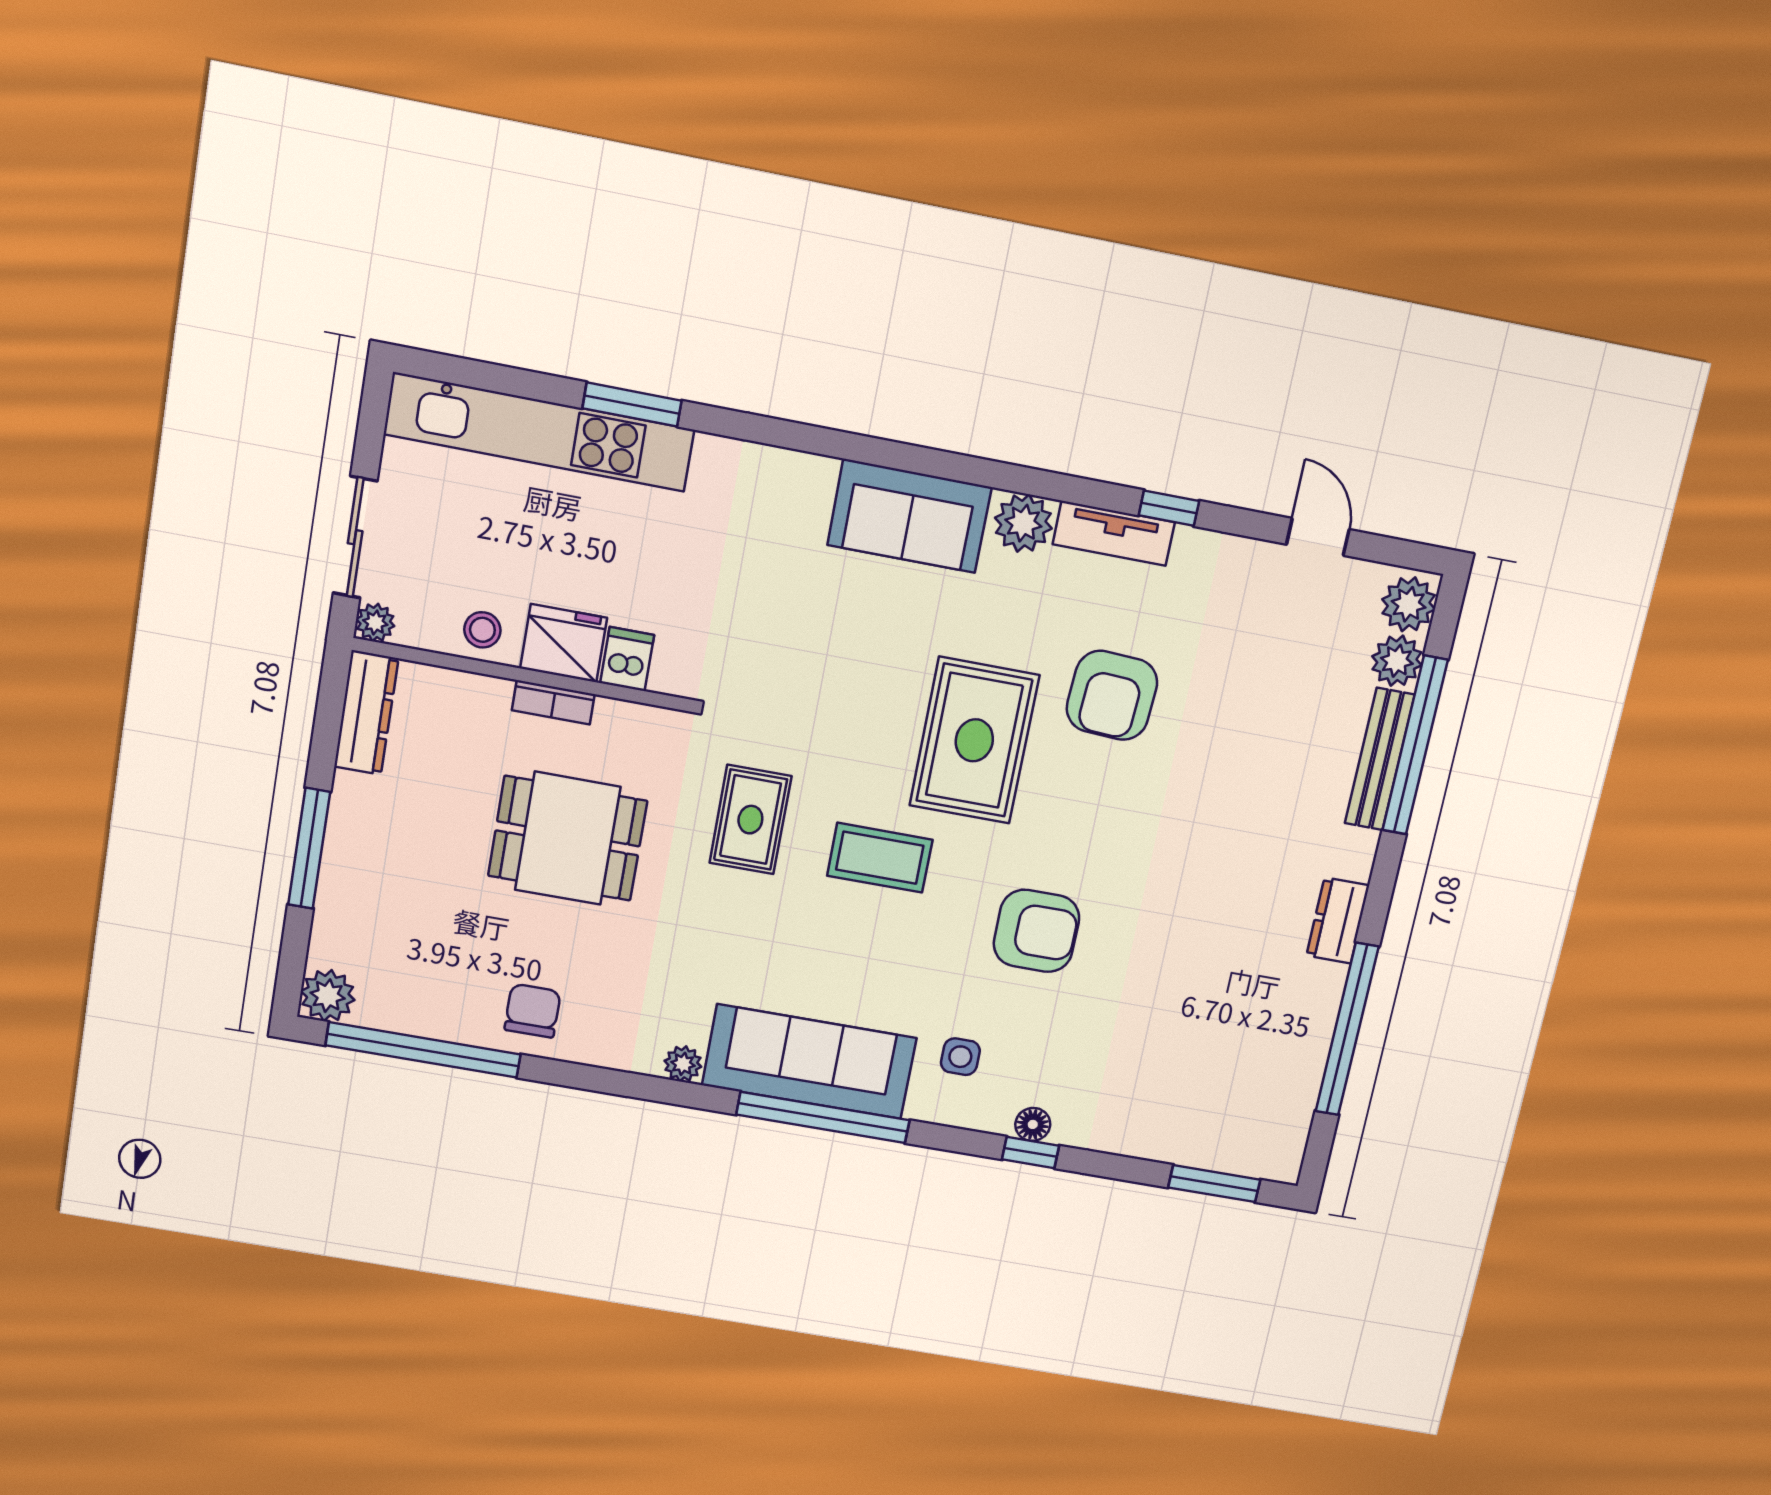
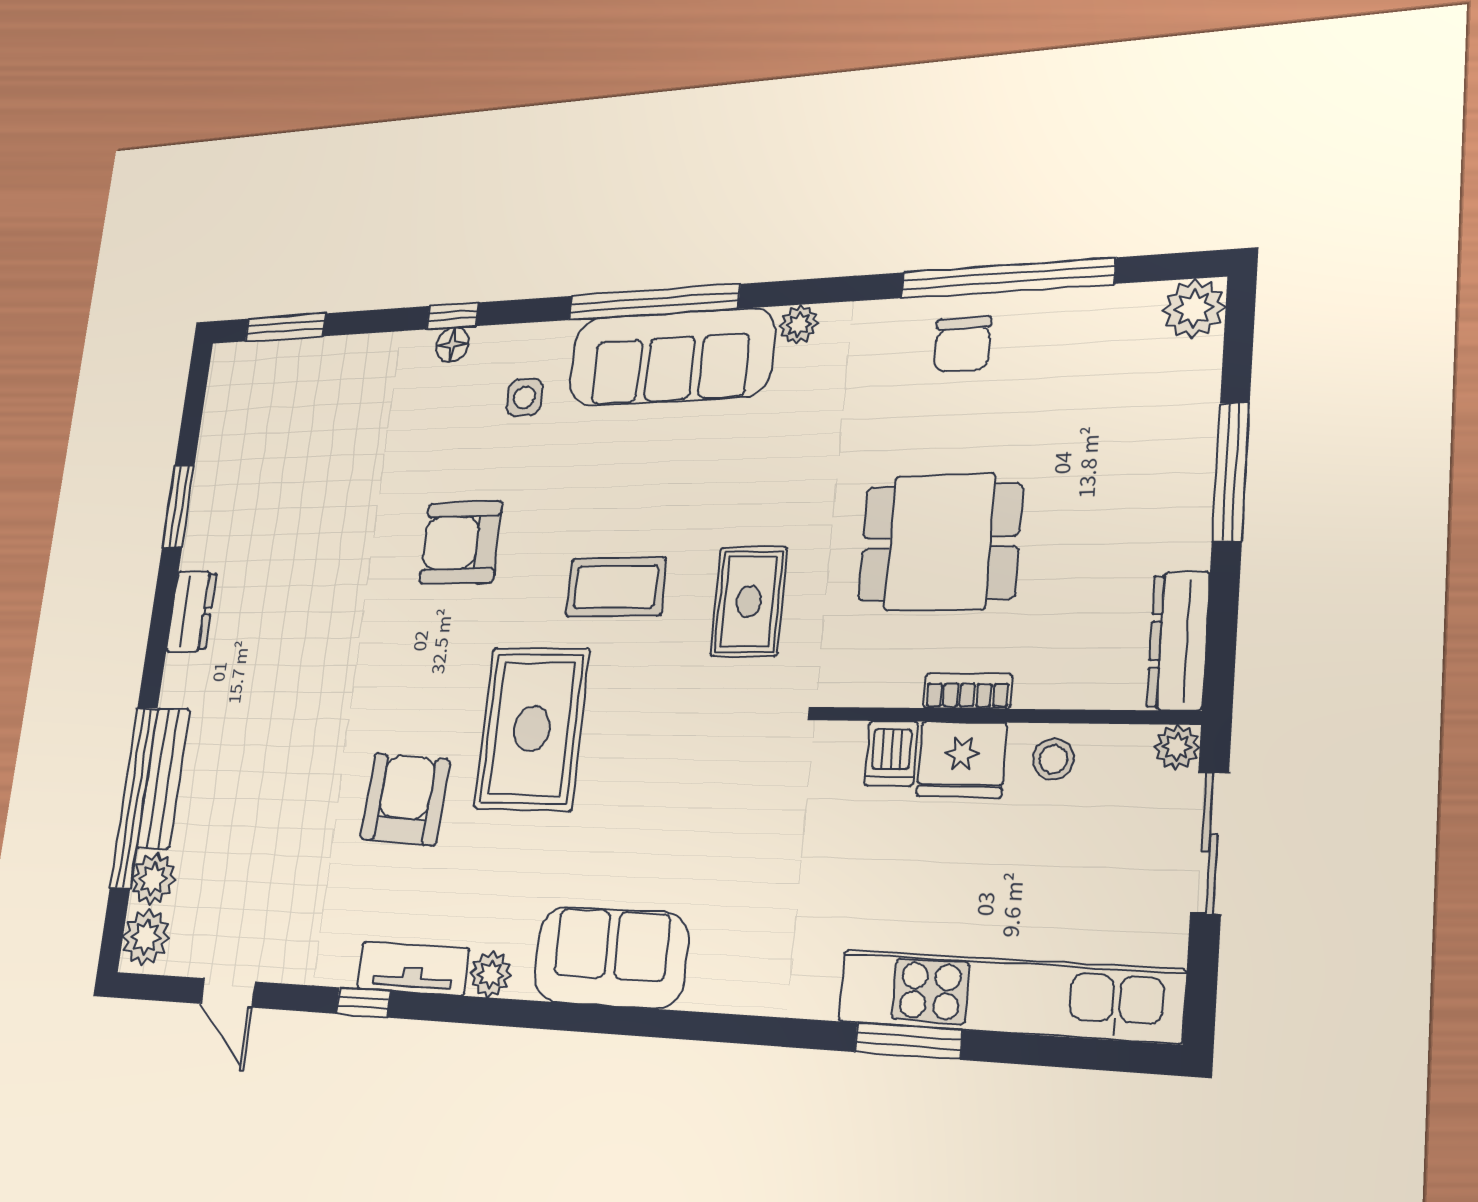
plant: (1023, 523) -> (491, 974), width x0.73, depth x0.73
window: (1347, 1029) -> (178, 506), width x0.47
window: (423, 1050) -> (1007, 278), moved

